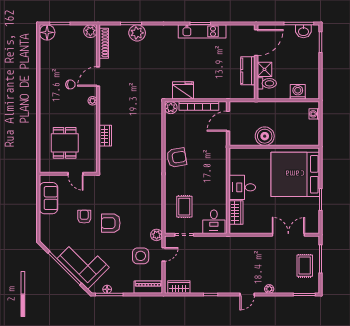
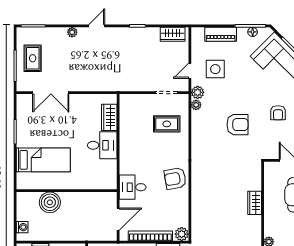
boiler: (265, 136) -> (50, 202), moved
bed: (295, 174) -> (43, 160), width x0.49
rug: (184, 207) -> (167, 124), turned 90
desk: (214, 222) -> (133, 187), moved, turned -90
armchair: (111, 223) -> (237, 125), moved
plant: (158, 224) -> (196, 105), added
piano: (148, 287) -> (221, 34), moved

